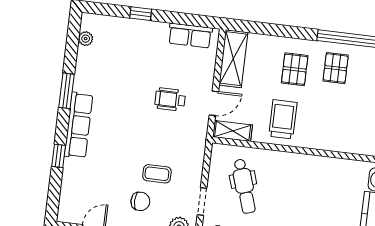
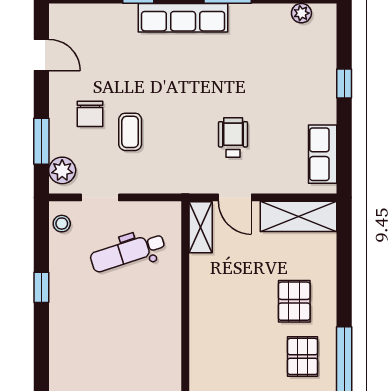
pallet: (336, 68) -> (303, 356), turned 90
pallet: (295, 69) -> (294, 301), turned 90
trolley: (283, 119) -> (225, 293), removed

